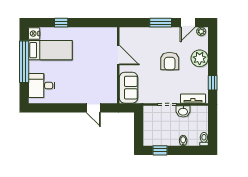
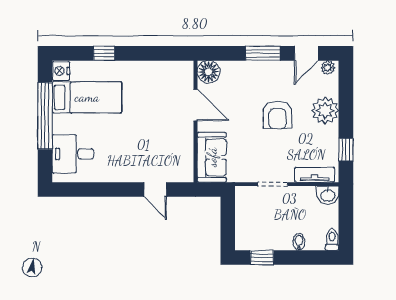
floor lamp: (127, 34) -> (209, 72), added
washbasin: (183, 111) -> (328, 195), moved

